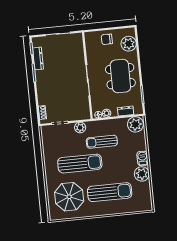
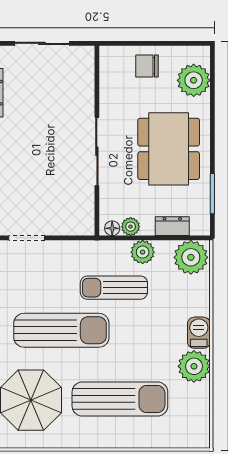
plant: (80, 128) -> (143, 252), moved

